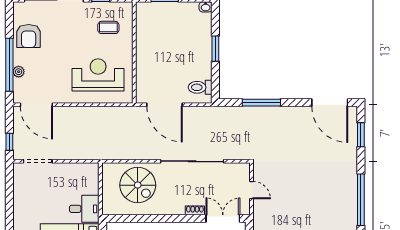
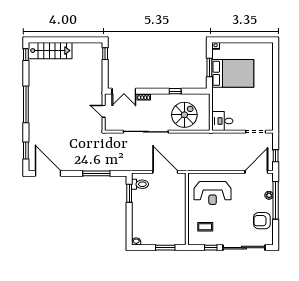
armchair: (29, 36) -> (262, 221), turned -90
window: (215, 49) -> (129, 193), moved
door: (36, 105) -> (256, 172), hinge flipped
window: (9, 142) -> (276, 156), moved
spiral stairs: (138, 185) -> (184, 115), turned 90
desk: (84, 209) -> (222, 121), moved
window: (151, 218) -> (175, 91), added

